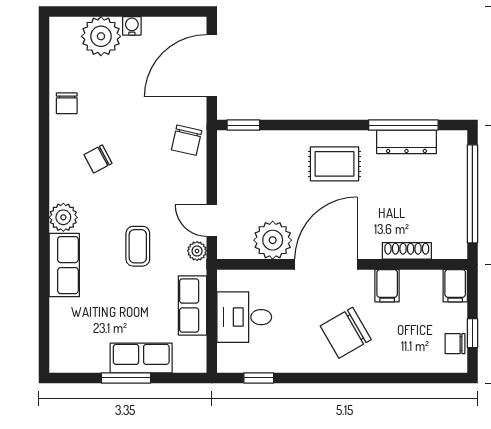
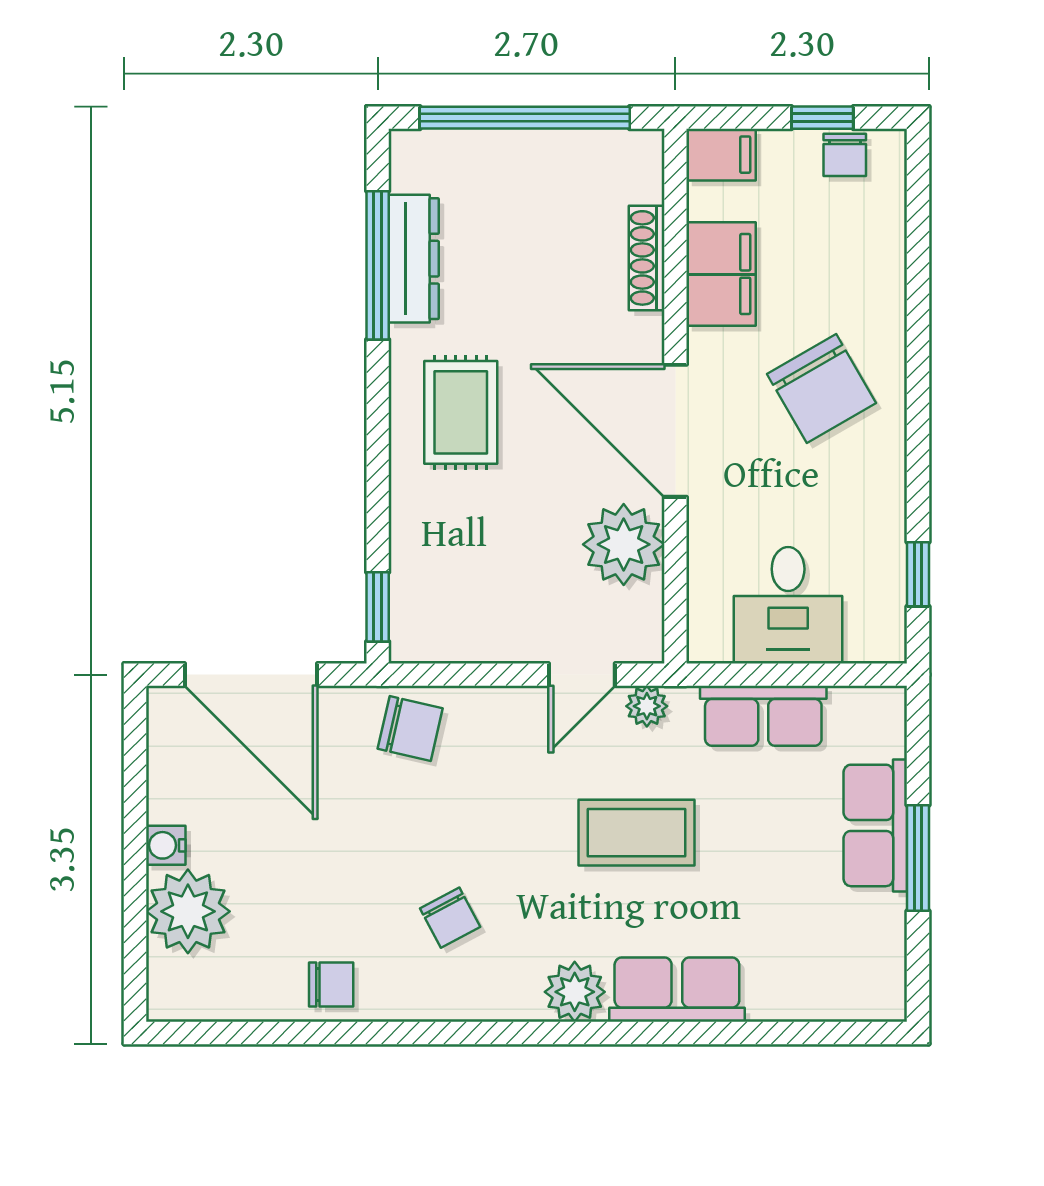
coffee table: (138, 246) -> (637, 833), width x1.36, depth x1.30
filing cabinet: (387, 286) -> (721, 274), width x2.00

